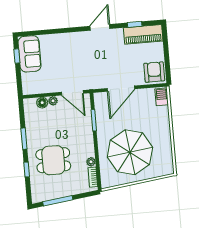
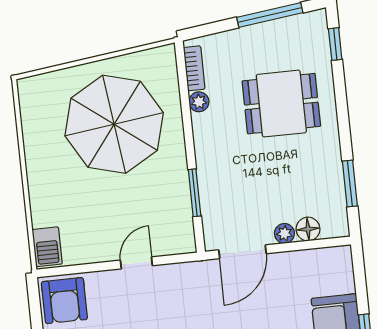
door: (121, 89) -> (136, 263), width x0.53
door: (72, 93) -> (242, 252), swing flipped
window: (24, 139) -> (350, 184), moved
window: (27, 169) -> (335, 44), moved

